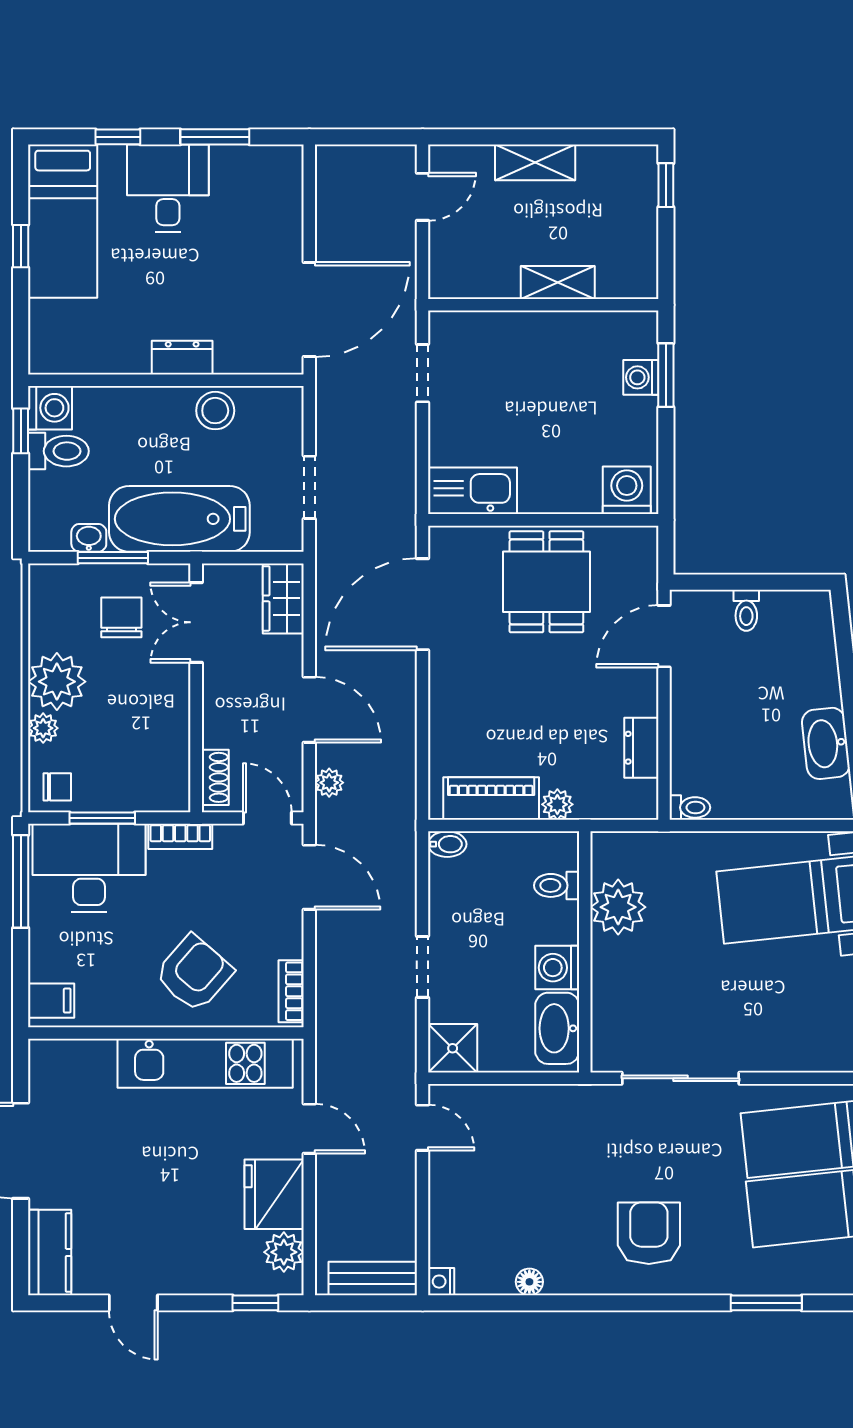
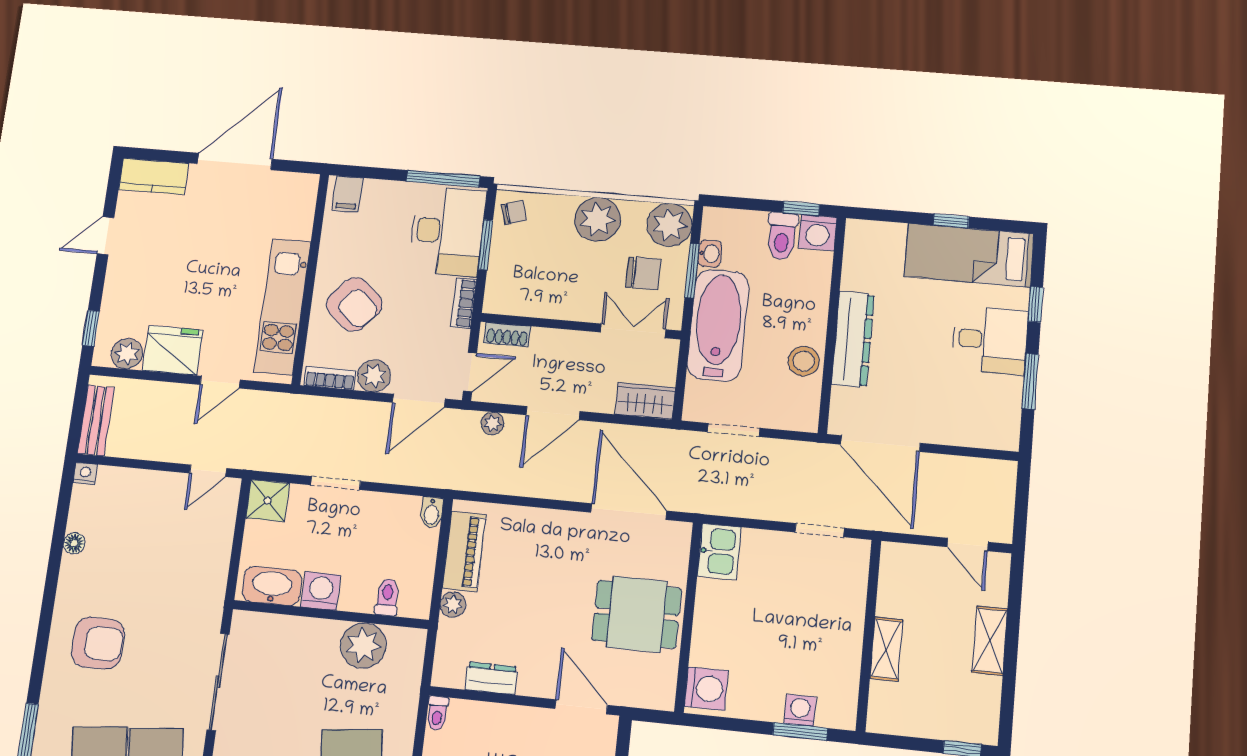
dresser: (182, 358) -> (853, 339), width x1.96, depth x1.24
kitchen sink: (473, 491) -> (719, 551), width x0.73
plant: (43, 728) -> (670, 225), moved, width x1.88, depth x1.88
chair: (57, 787) -> (514, 213), turned -107
plant: (283, 937) -> (374, 376), added

